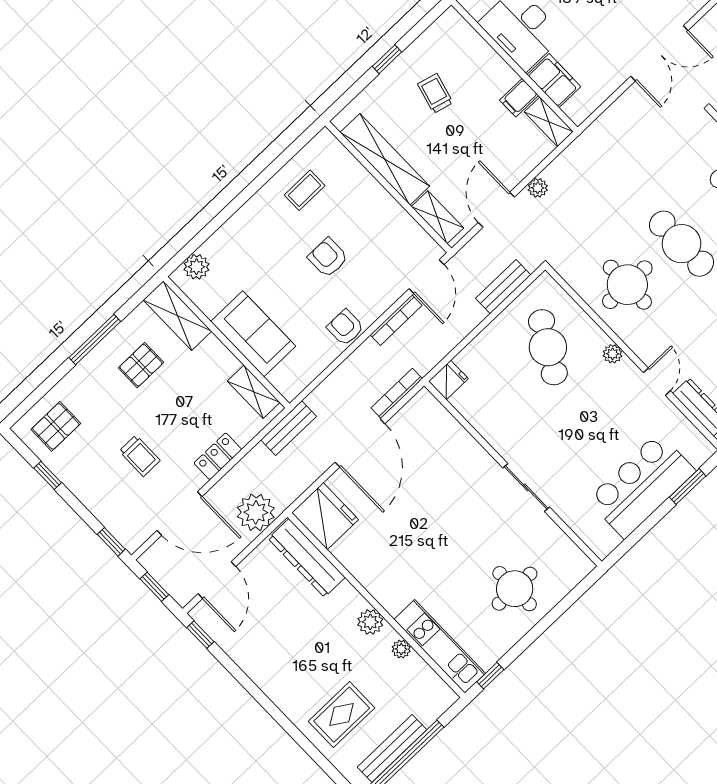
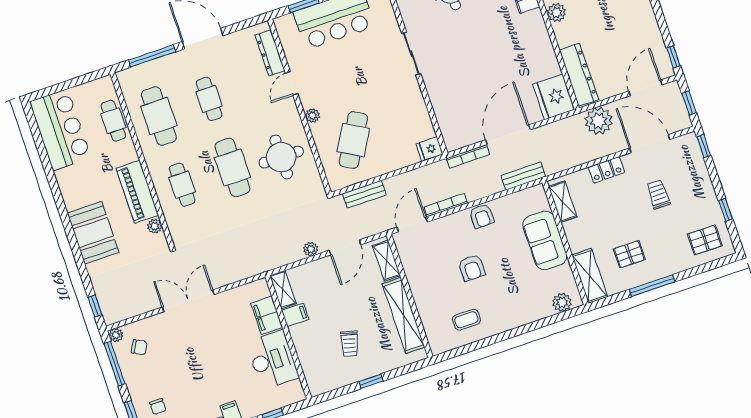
bench: (289, 428) -> (523, 176), moved

